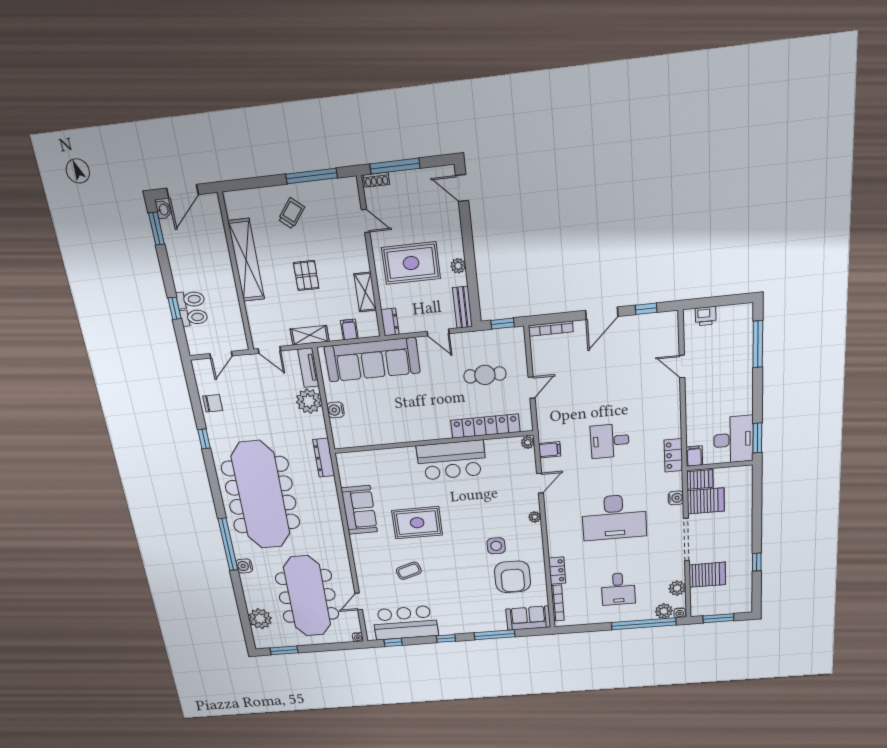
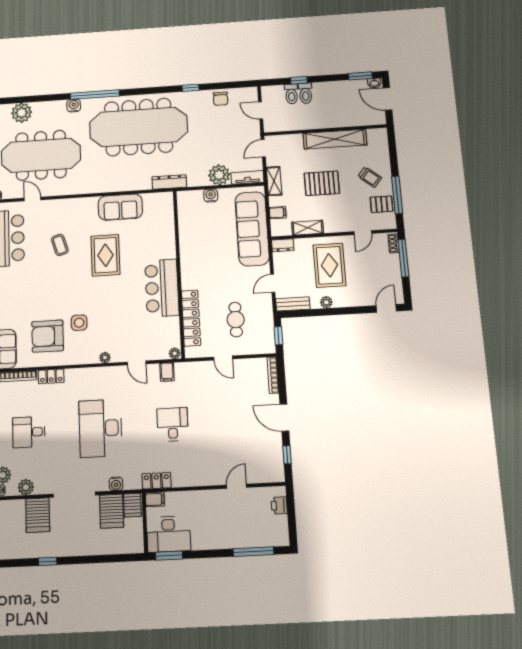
pallet: (326, 197) -> (382, 204), added
pallet: (306, 275) -> (322, 183), width x1.50, depth x1.42

